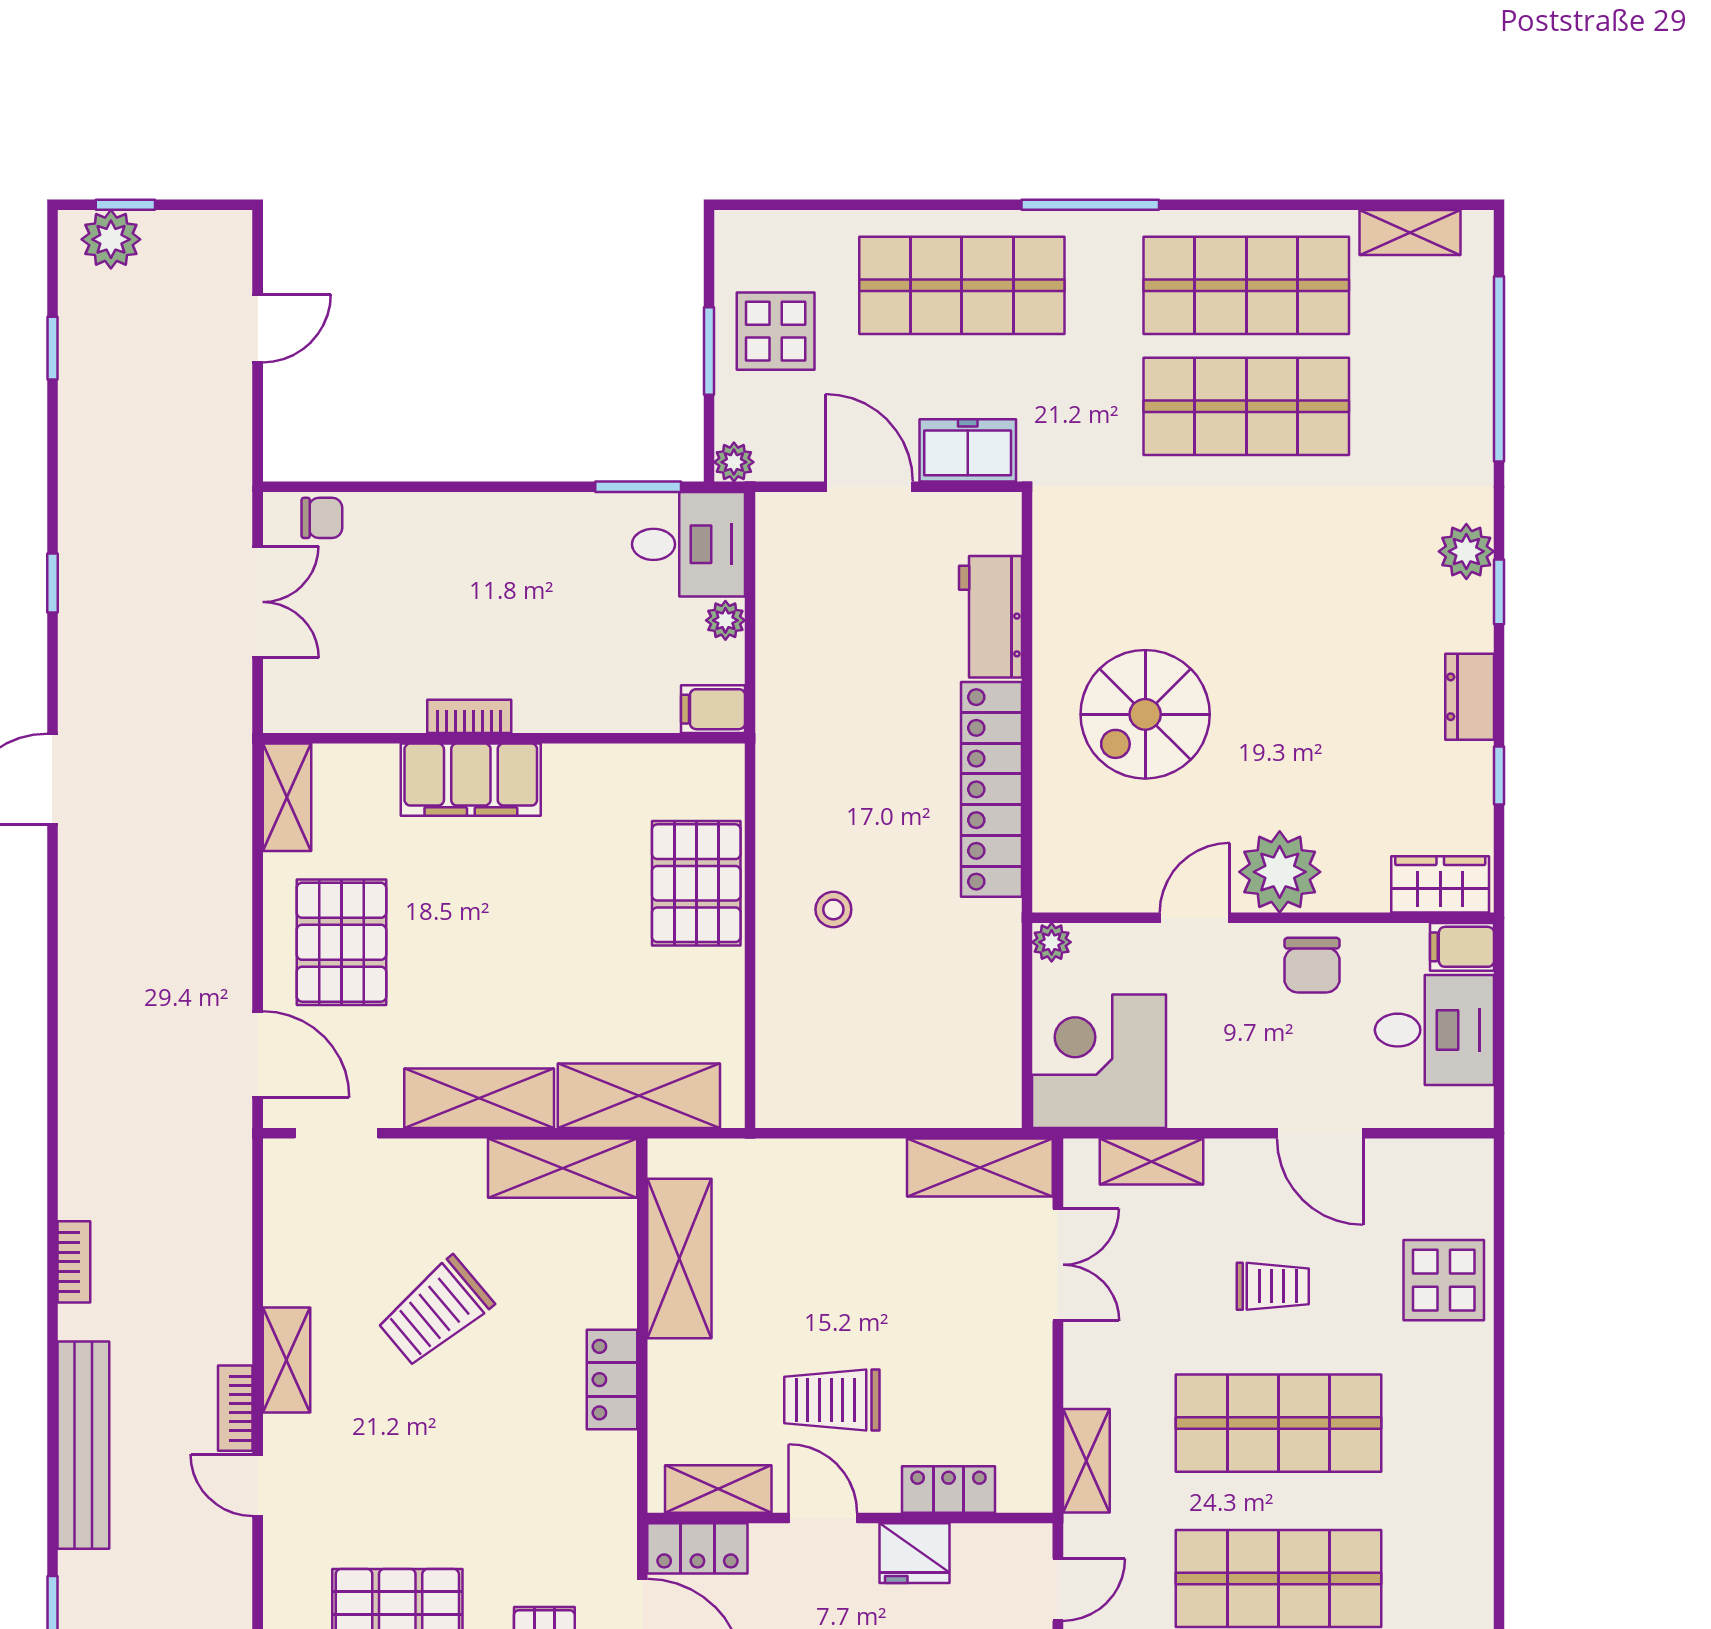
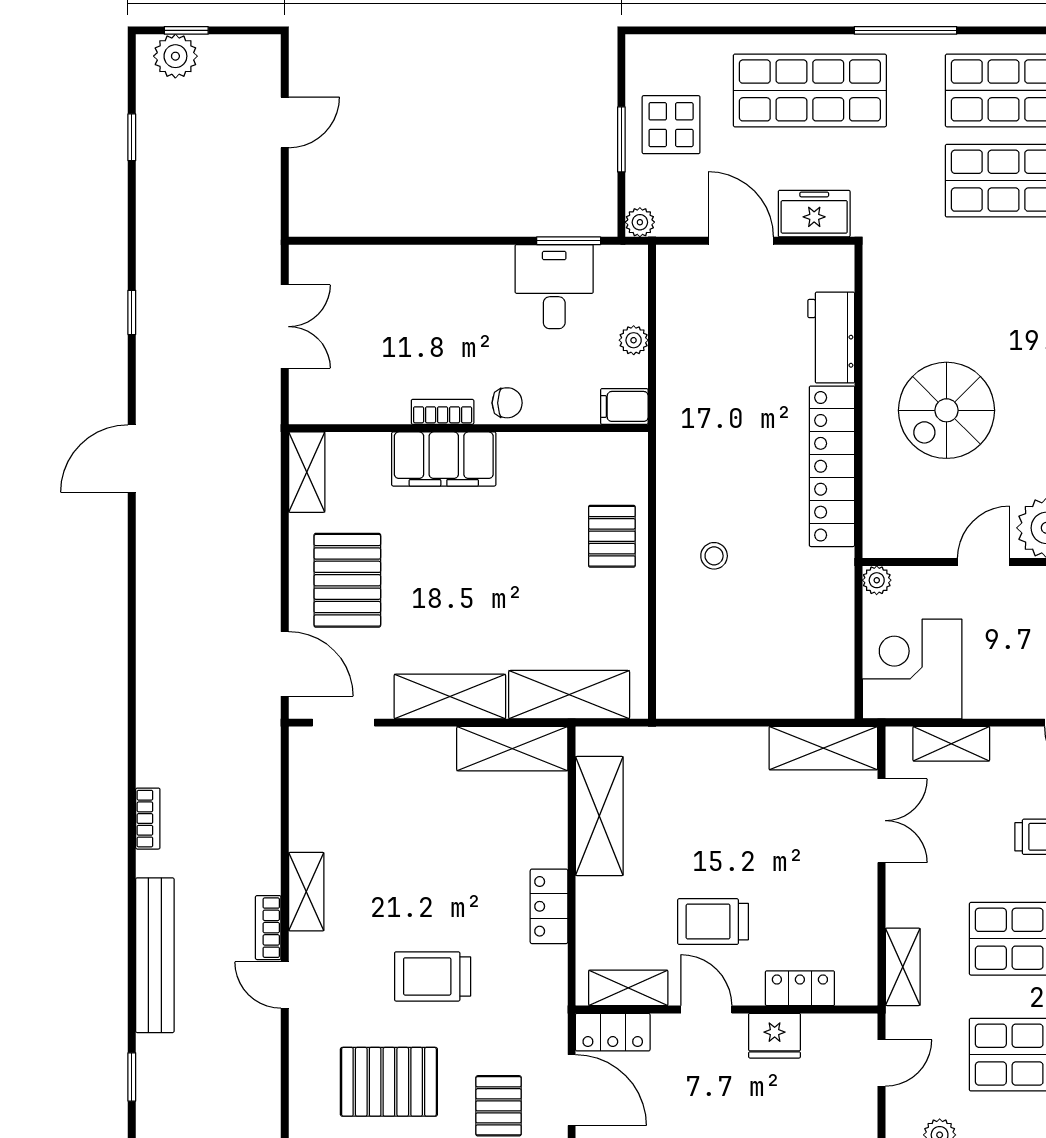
chair: (322, 518) -> (507, 403), moved
desk: (689, 544) -> (554, 287), moved, turned -90
pallet: (696, 883) -> (612, 536), width x0.67, depth x0.71
trolley: (435, 1312) -> (433, 976), moved, turned 40

